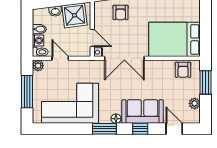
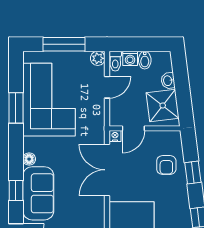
armchair: (121, 12) -> (166, 165), turned -90
window: (104, 129) -> (16, 108), moved

